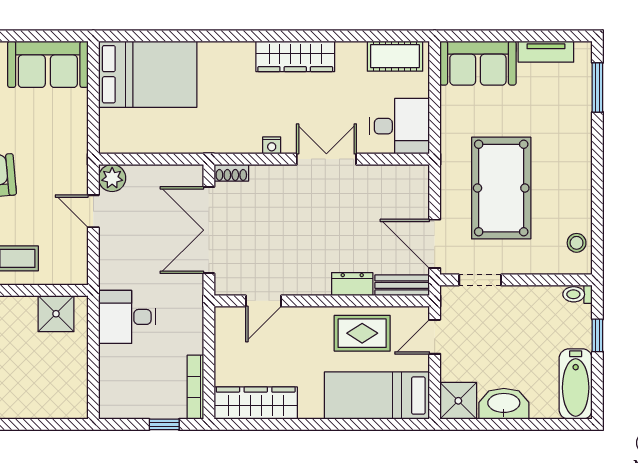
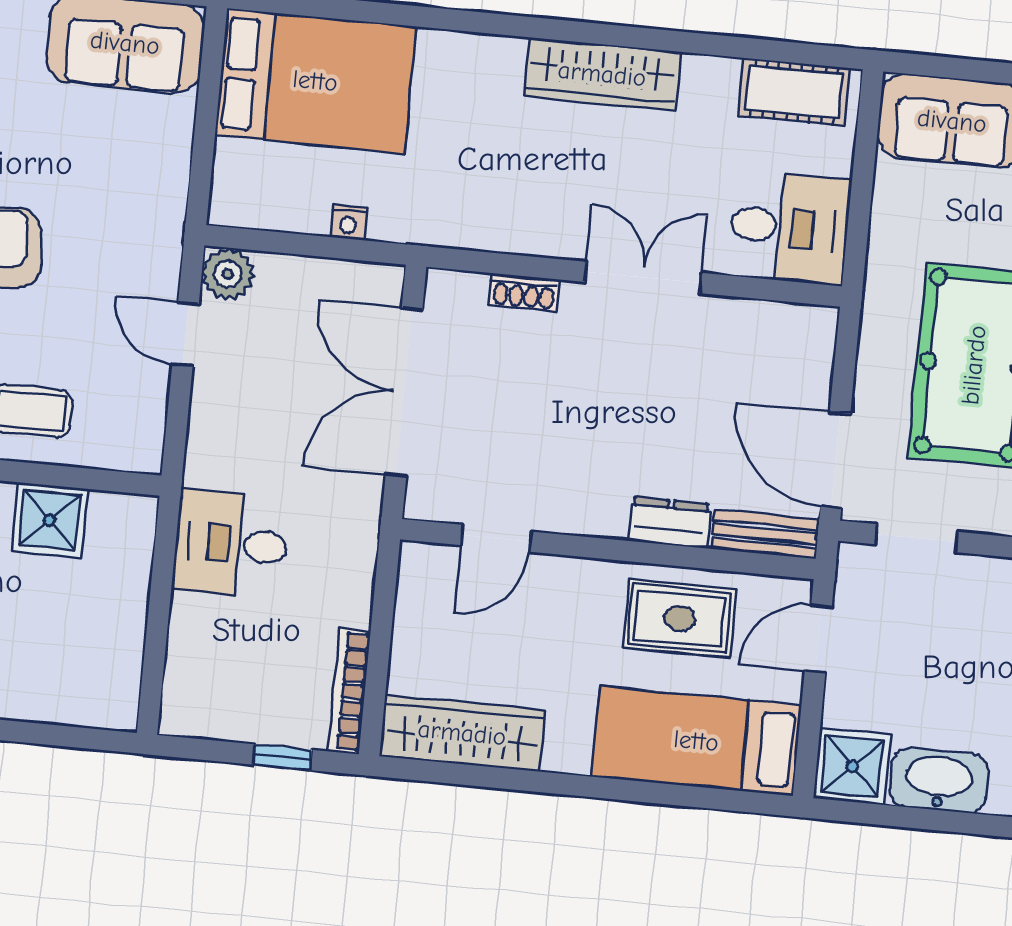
nightstand: (272, 145) -> (348, 222), moved
shoe rack: (231, 173) -> (524, 292), moved
shower: (56, 314) -> (50, 520), moved

